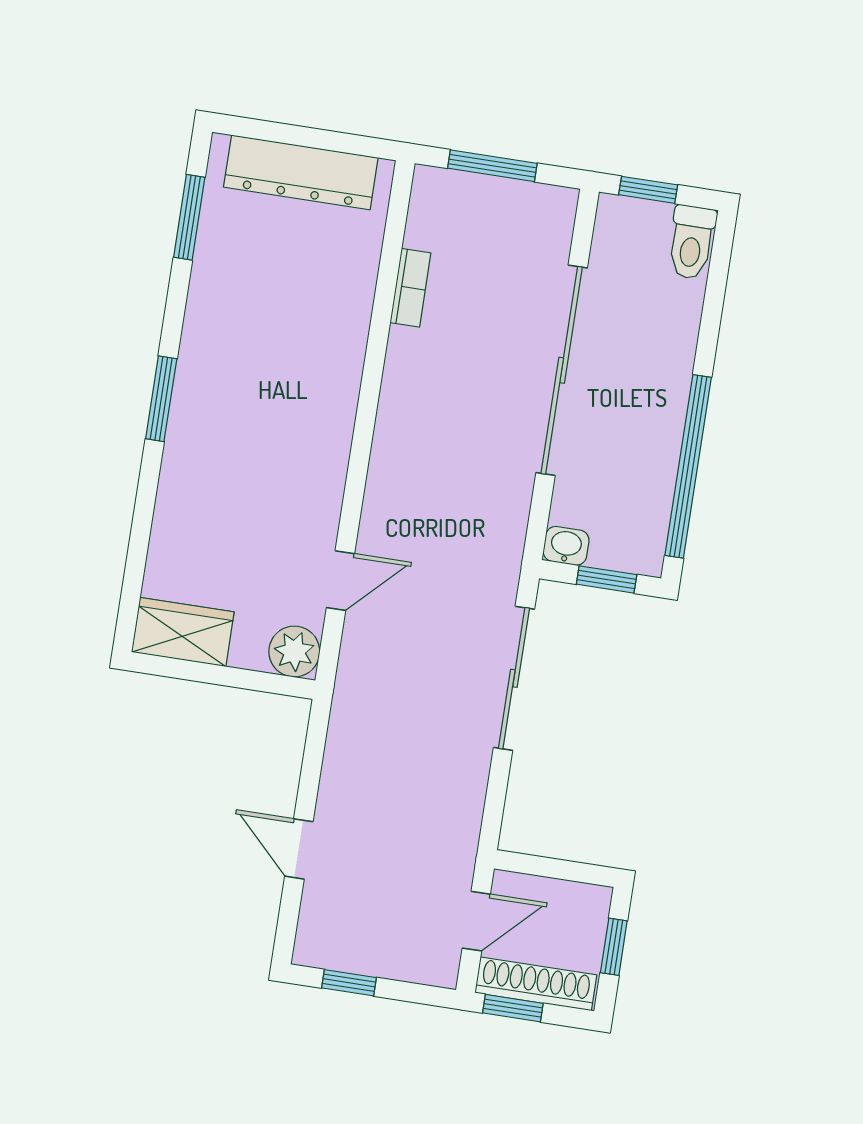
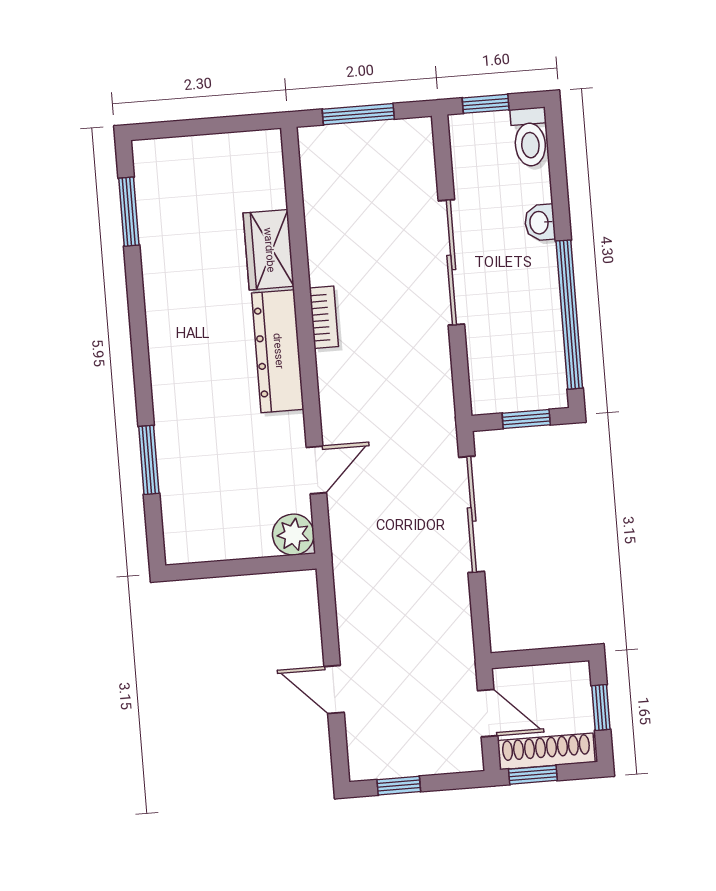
dresser: (301, 172) -> (278, 351), moved, turned 90
bookcase: (410, 288) -> (324, 317), moved
sliding door: (562, 370) -> (451, 262), width x0.73
window: (161, 399) -> (149, 460), moved
washbasin: (566, 546) -> (540, 223), moved, turned -90
wardrobe: (183, 632) -> (269, 250), moved, turned -90
door: (476, 921) -> (488, 713), hinge flipped

